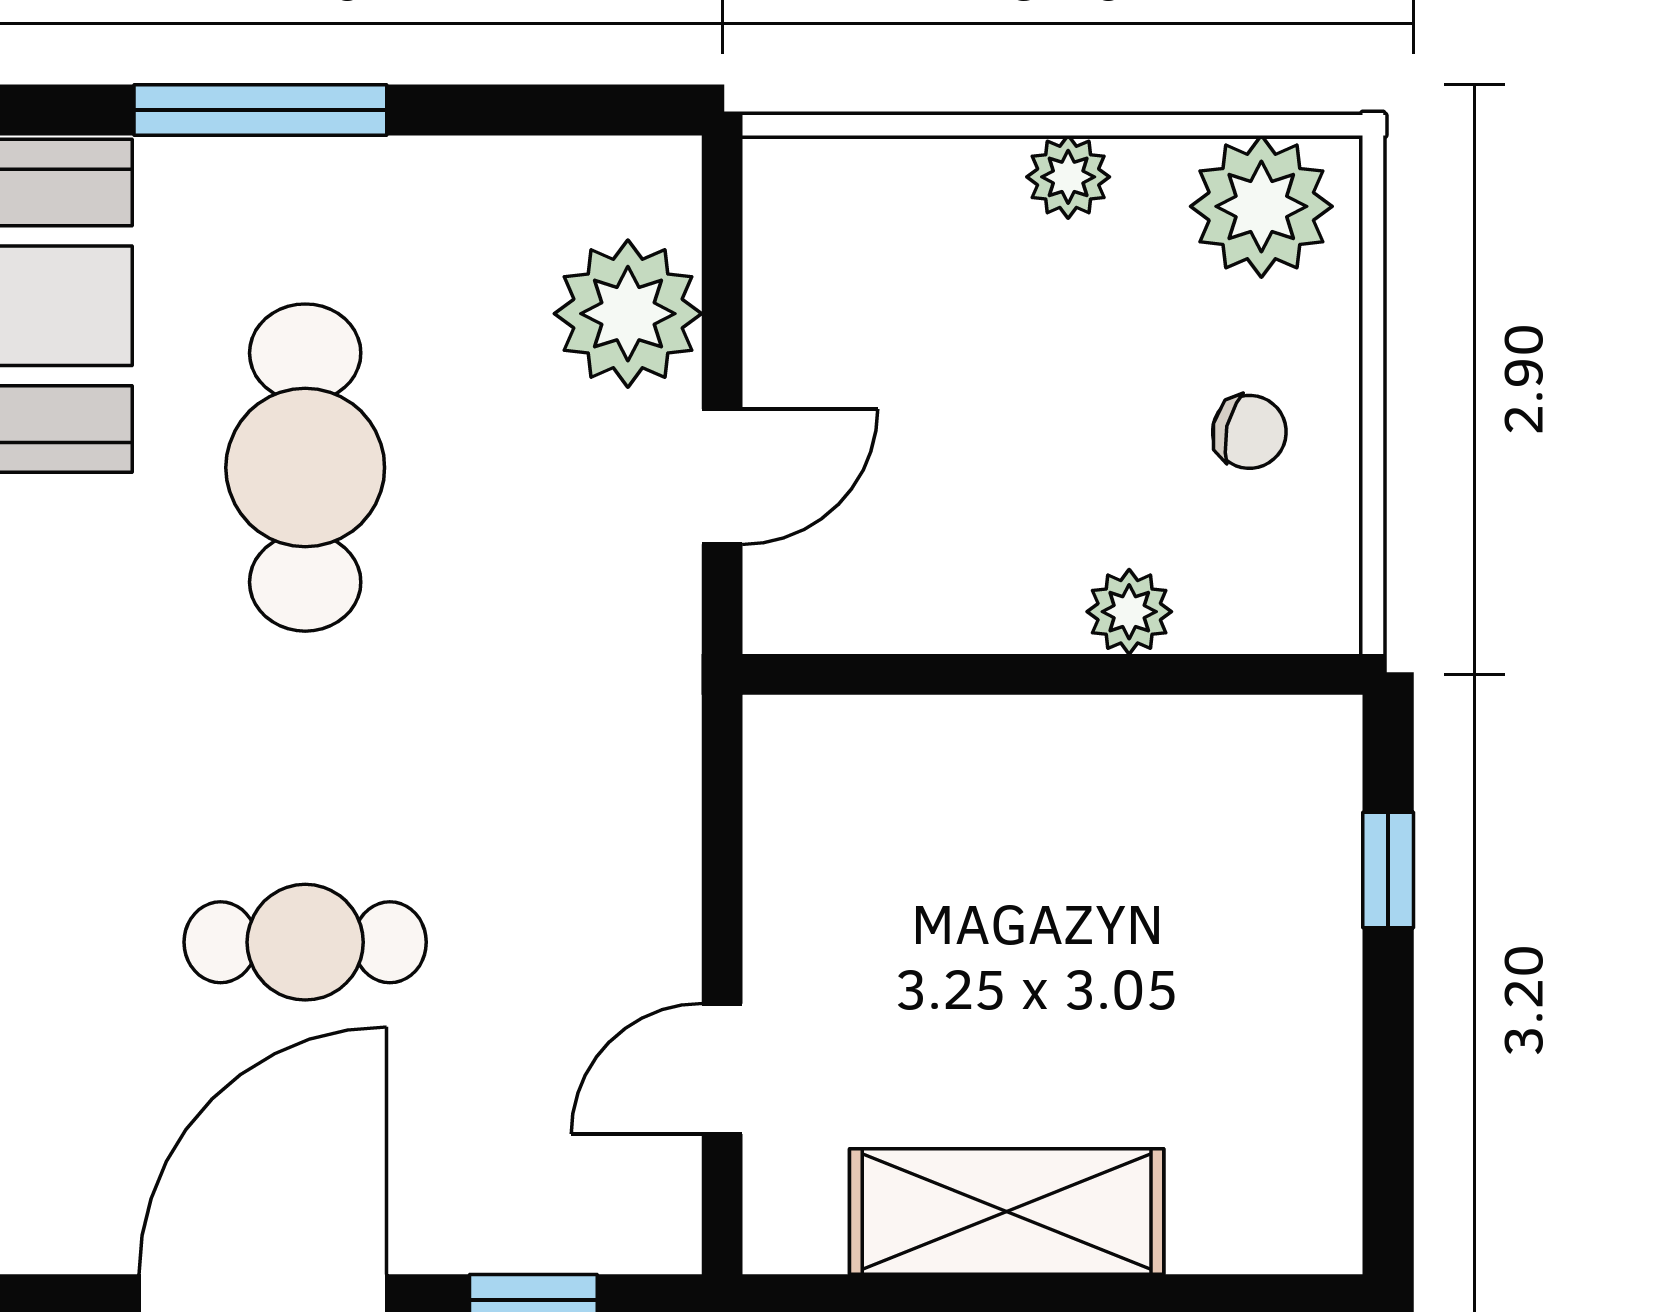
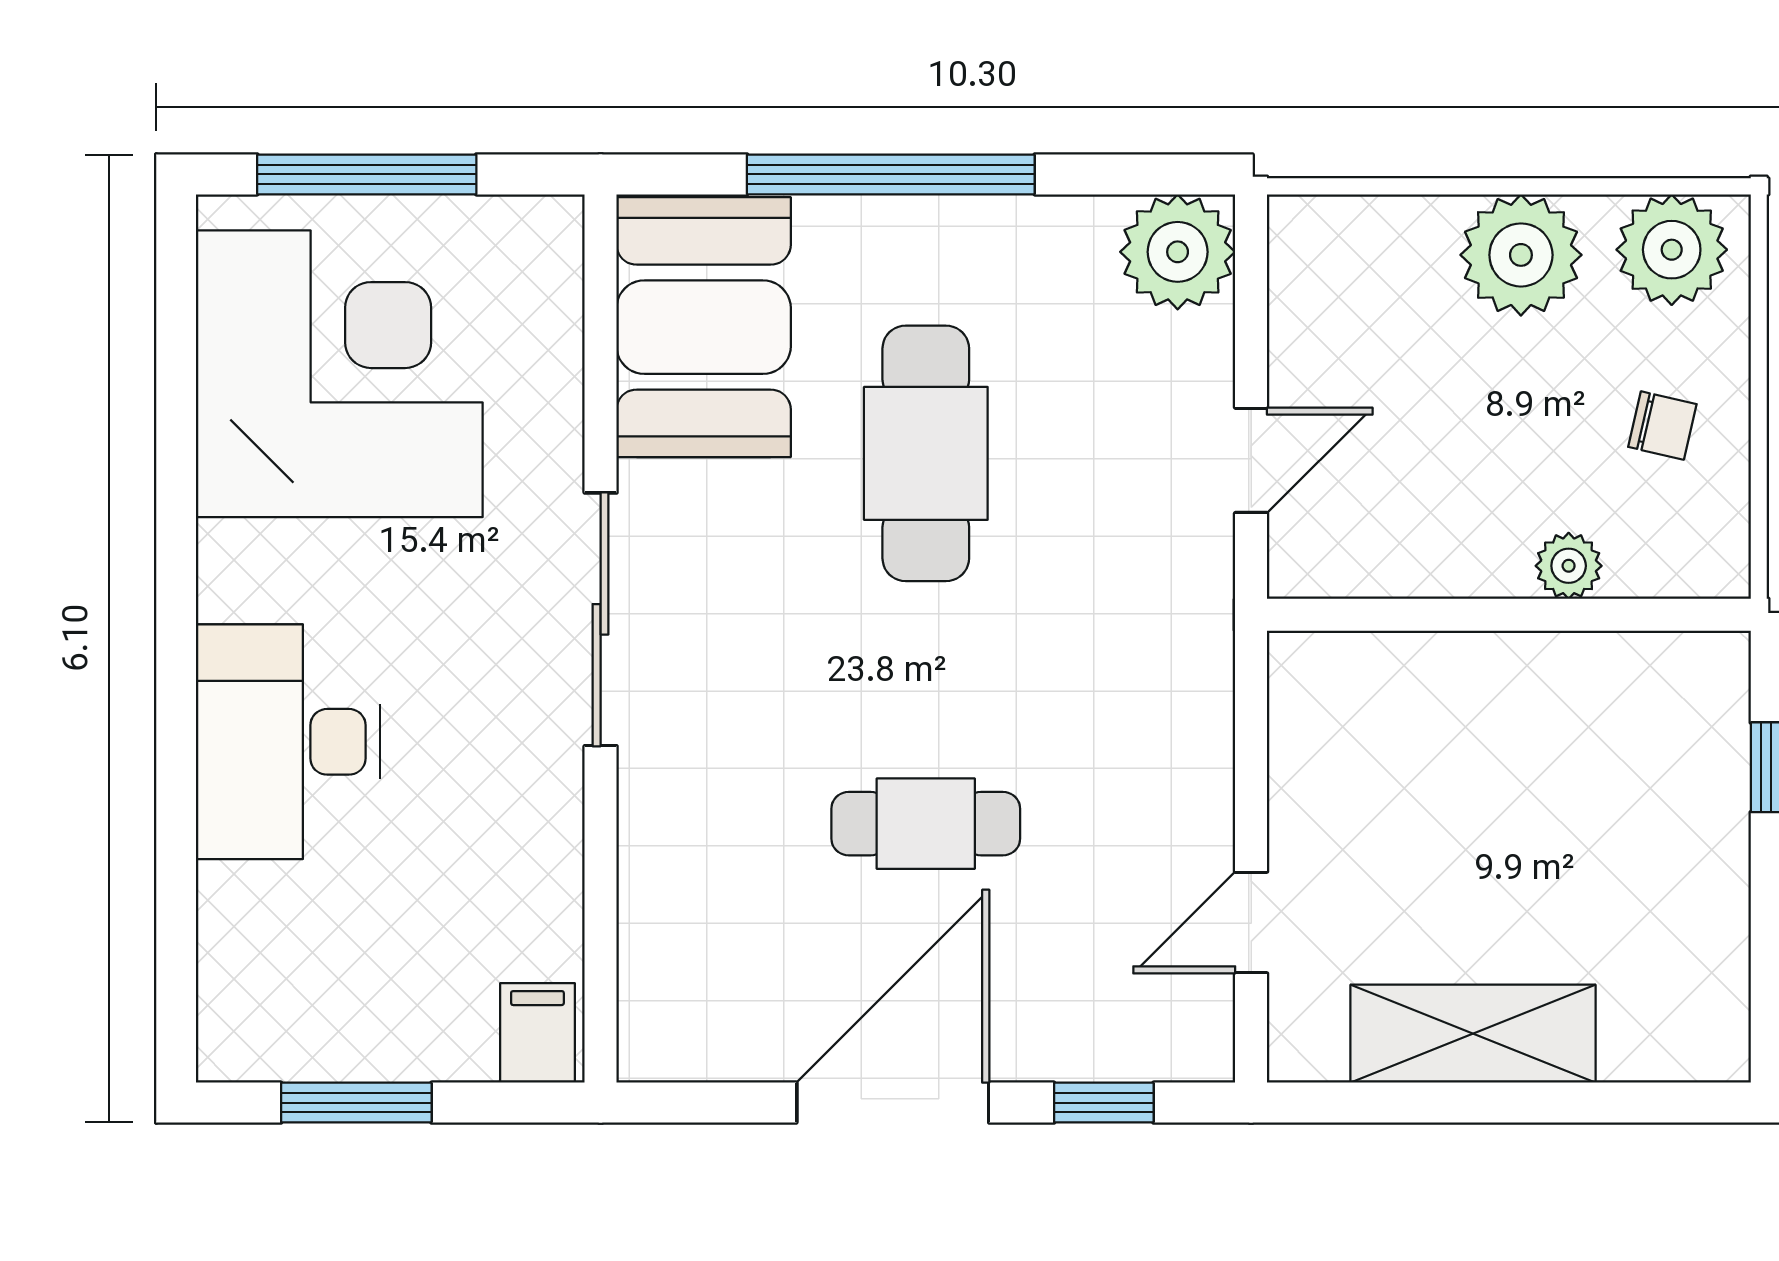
window: (260, 110) -> (891, 174), width x1.46
plant: (1068, 177) -> (1521, 255), width x1.87, depth x1.87
plant: (628, 314) -> (1178, 252), moved

